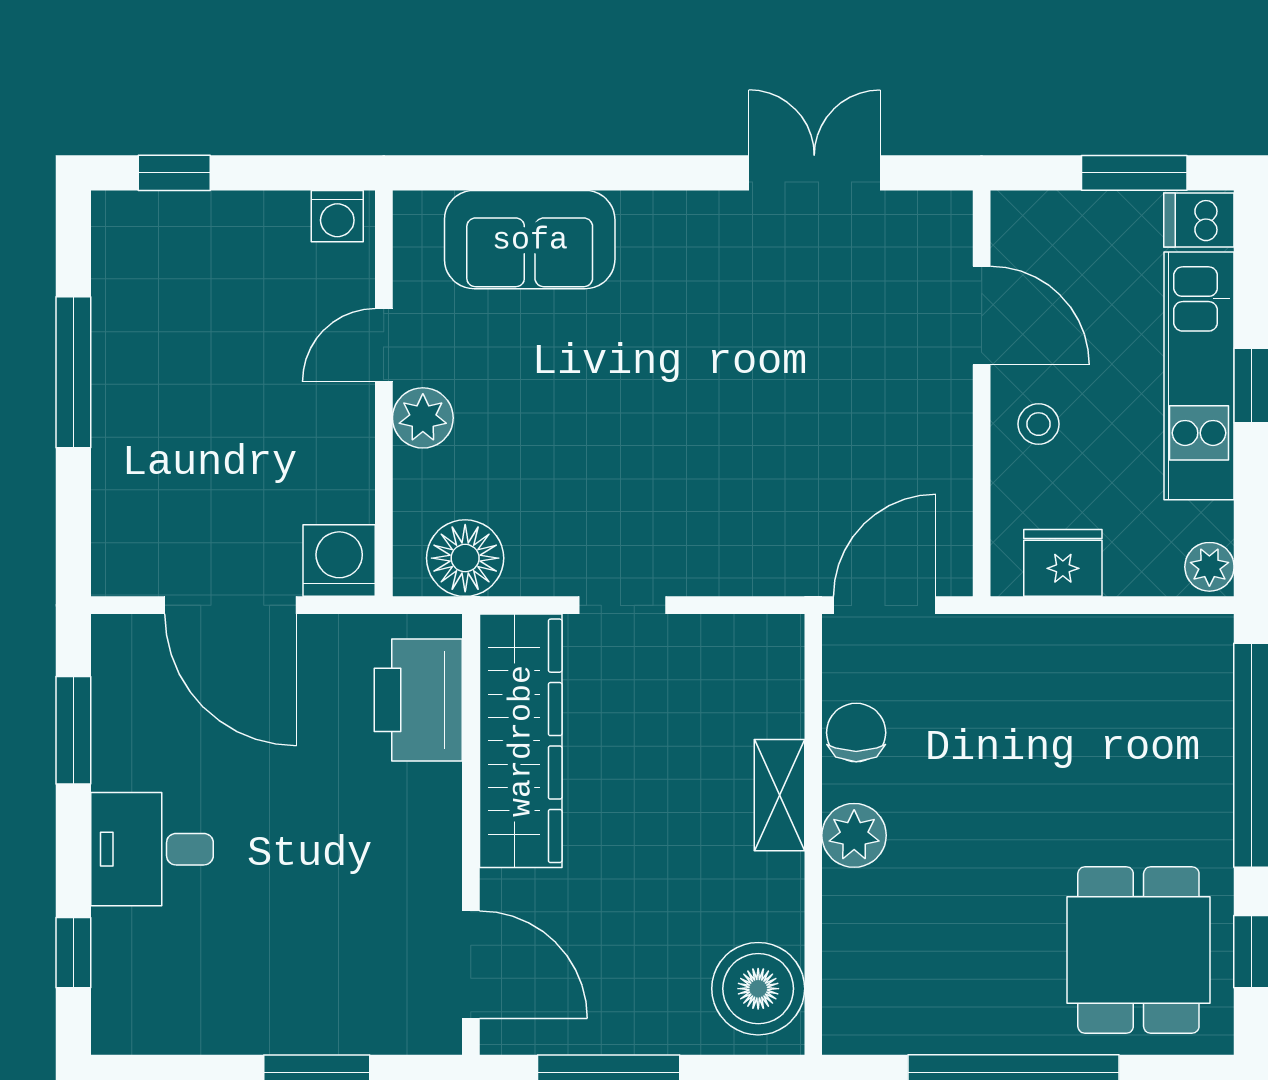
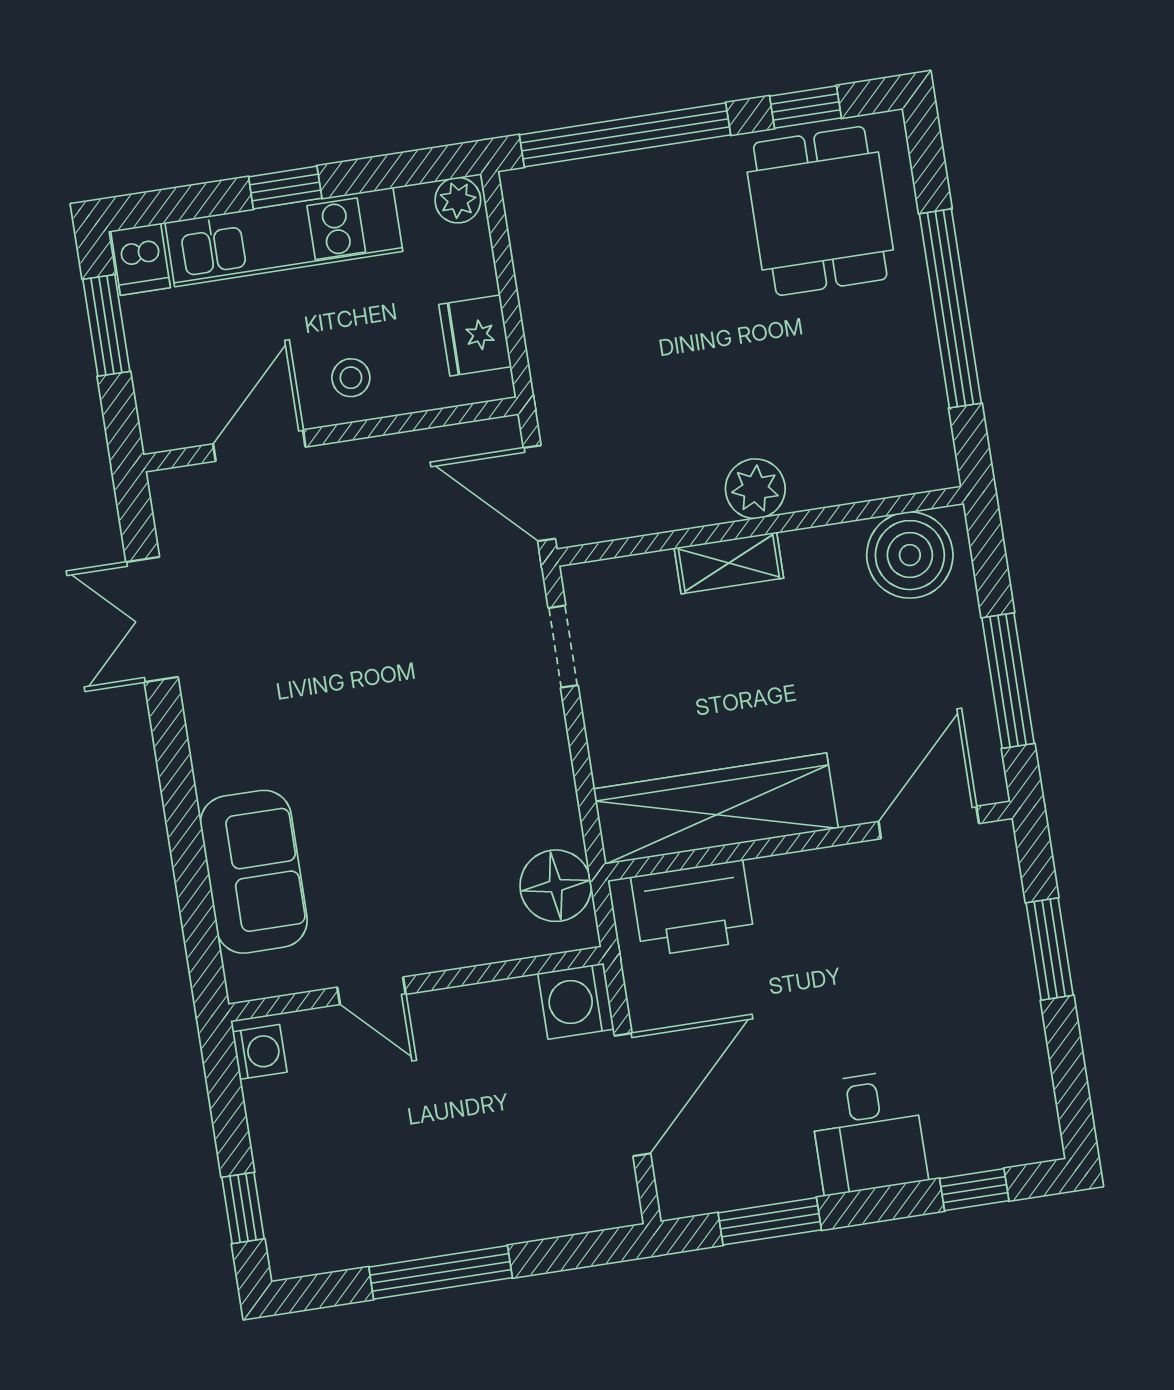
plant: (423, 418) -> (433, 945), removed
doorway: (622, 605) -> (563, 647), moved
chair: (856, 733) -> (660, 501), removed
dining table: (1138, 950) -> (820, 211), turned 90

